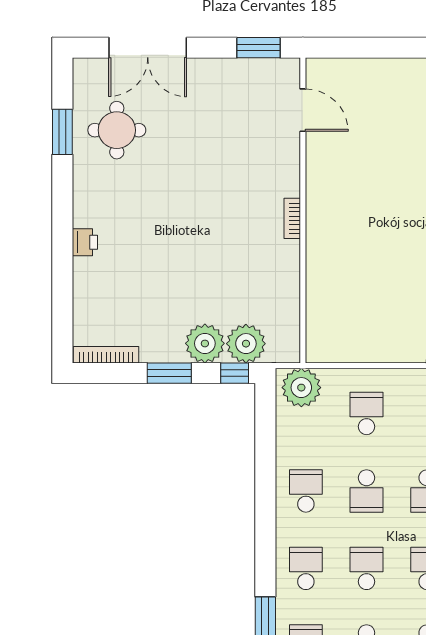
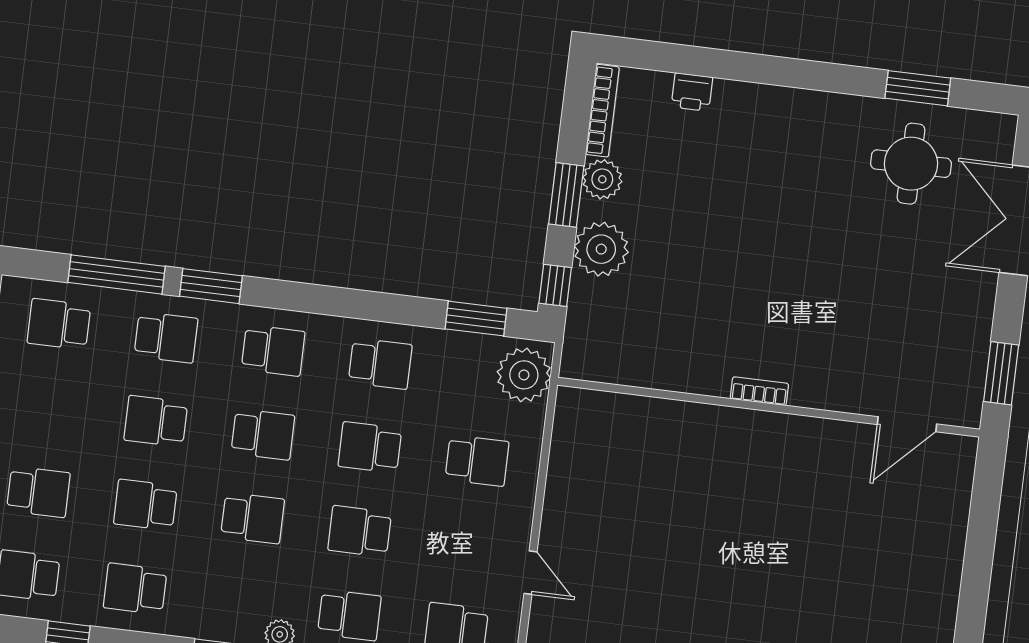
printer: (85, 242) -> (692, 92), moved
plant: (246, 344) -> (602, 179), moved, width x0.73, depth x0.73
window: (265, 427) -> (476, 319), added

